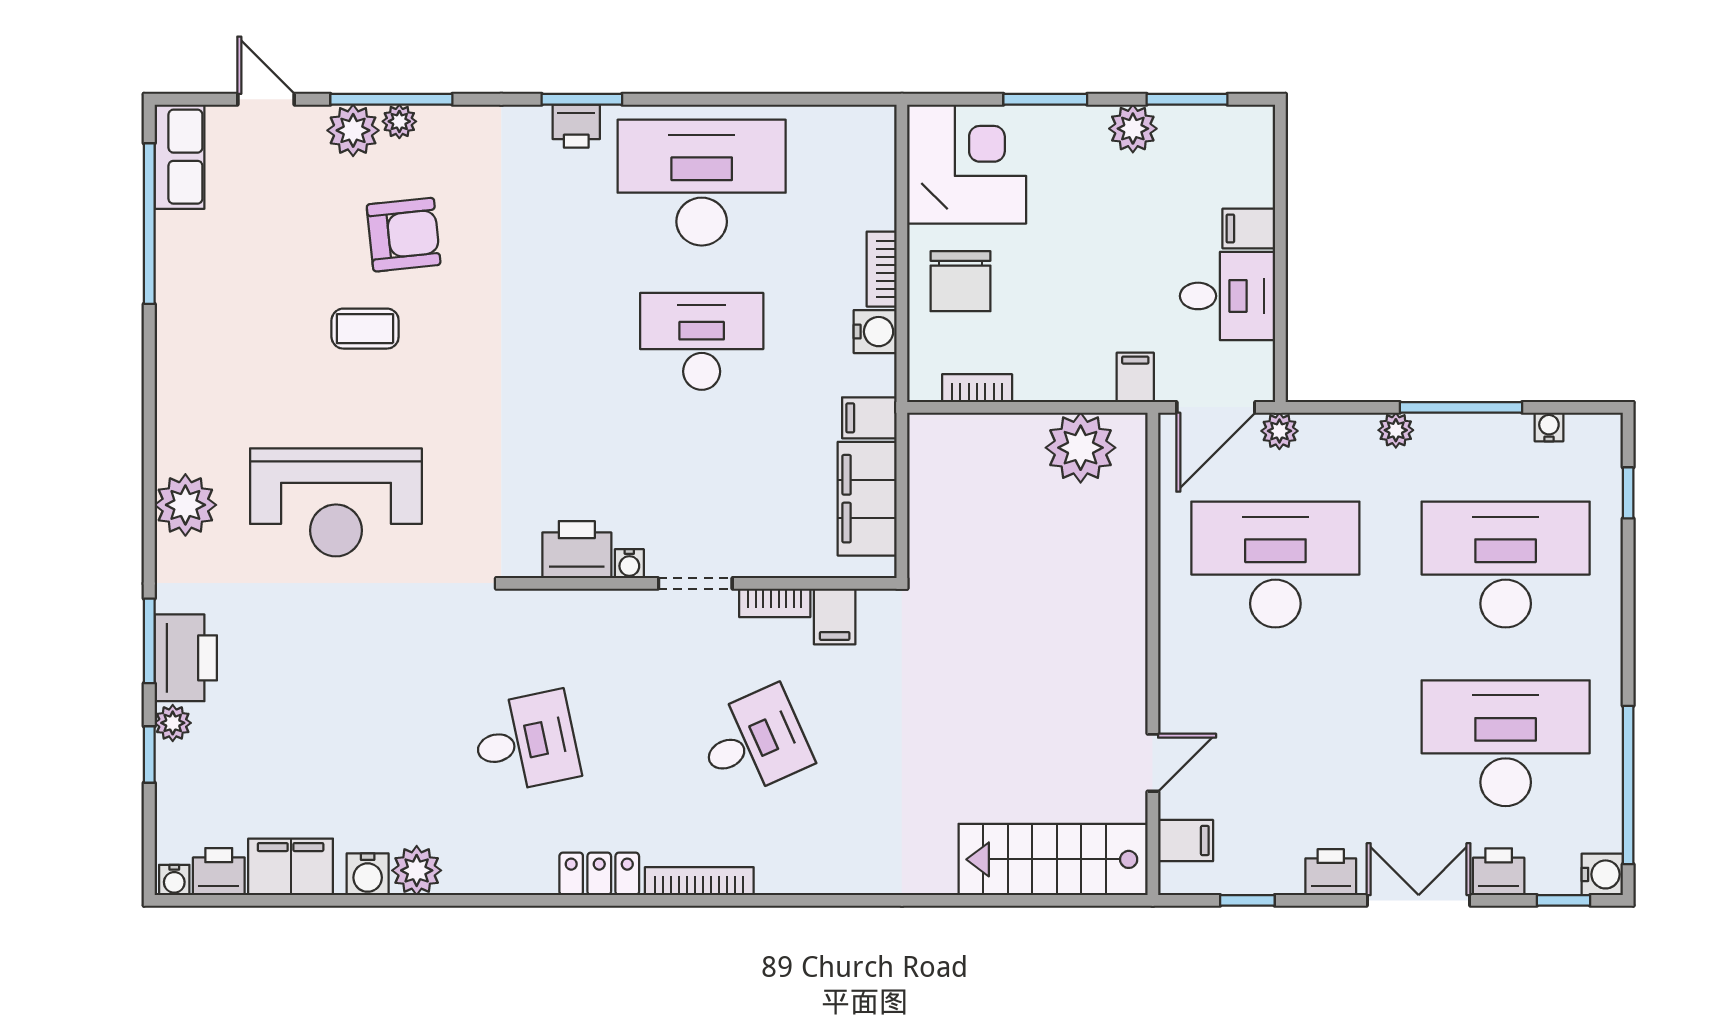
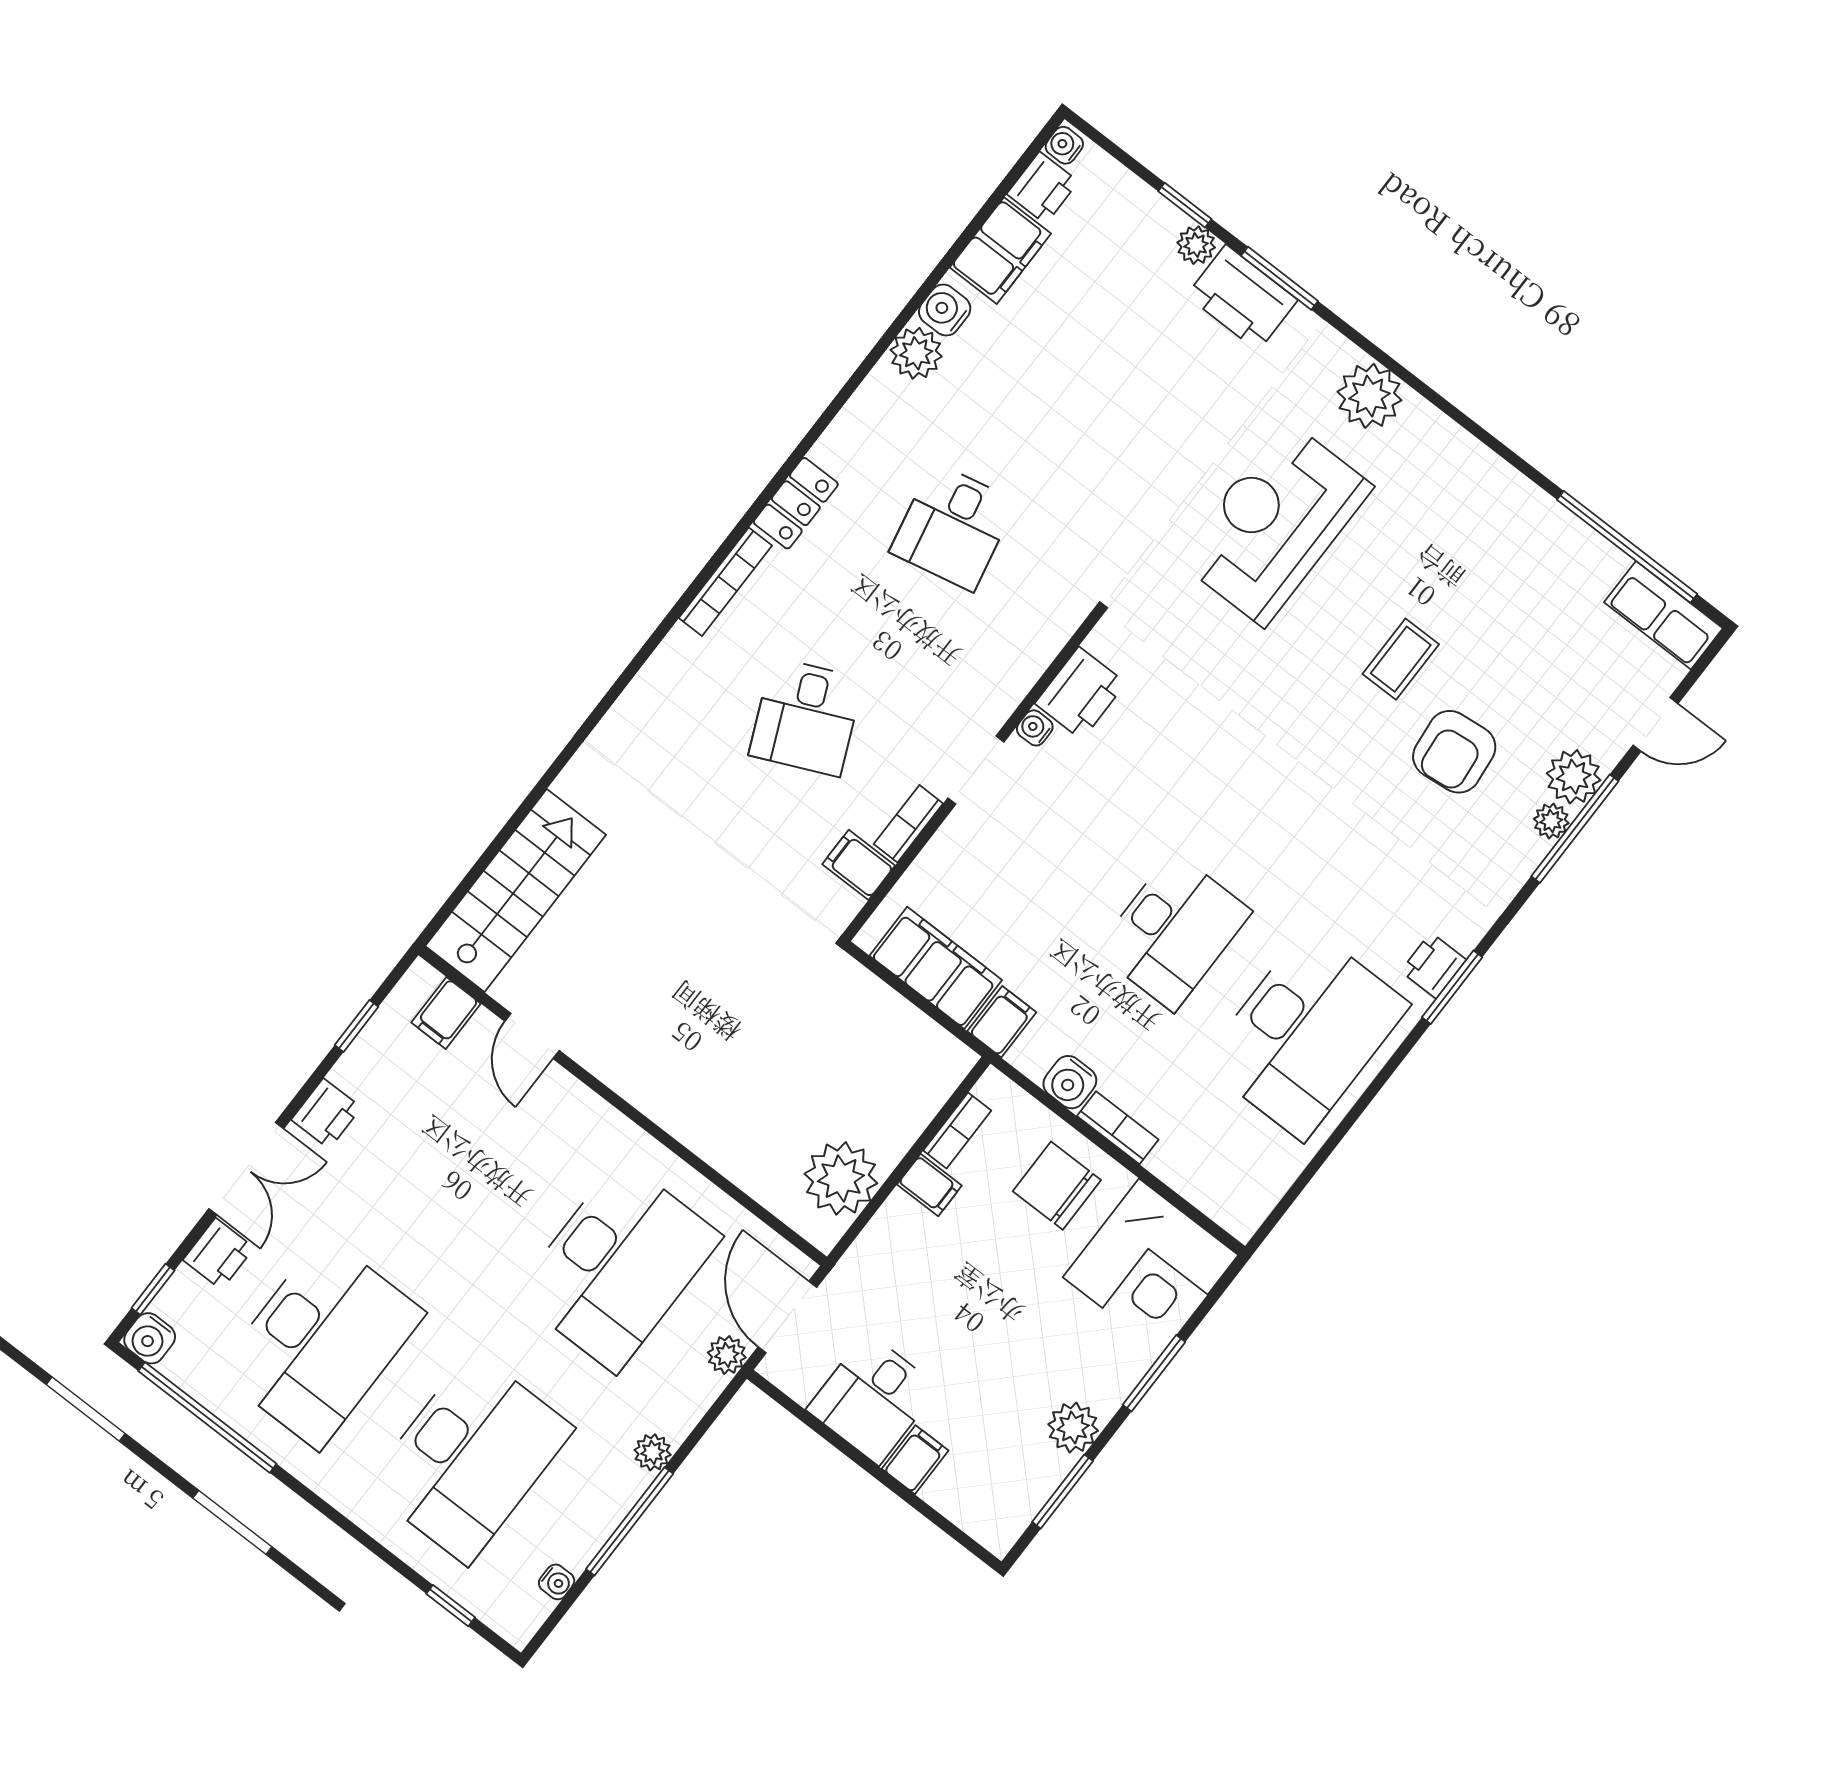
filing cabinet: (1135, 377) -> (929, 1185), moved

